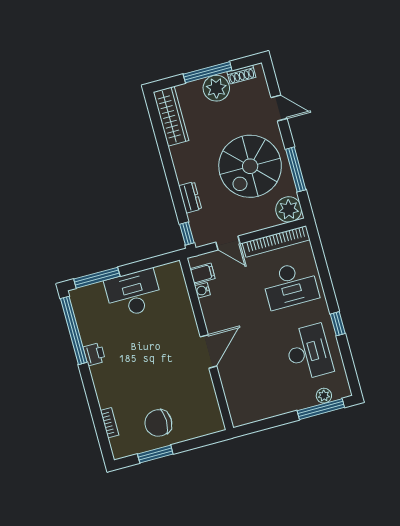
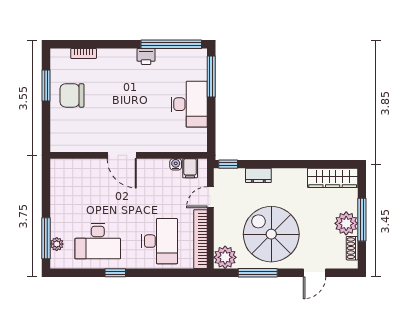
desk: (290, 285) -> (159, 241), turned 180
chair: (158, 423) -> (72, 95), turned -90

